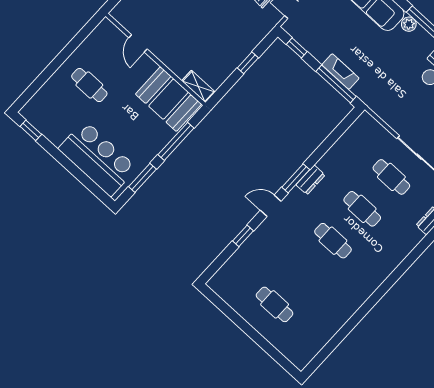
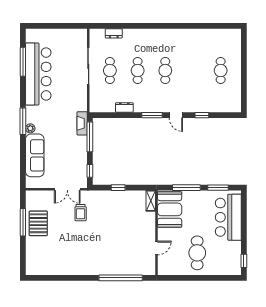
fireplace: (340, 72) -> (82, 123), moved
cafe table: (89, 85) -> (197, 253), width x1.37, depth x1.35
dresser: (311, 180) -> (124, 107), moved

